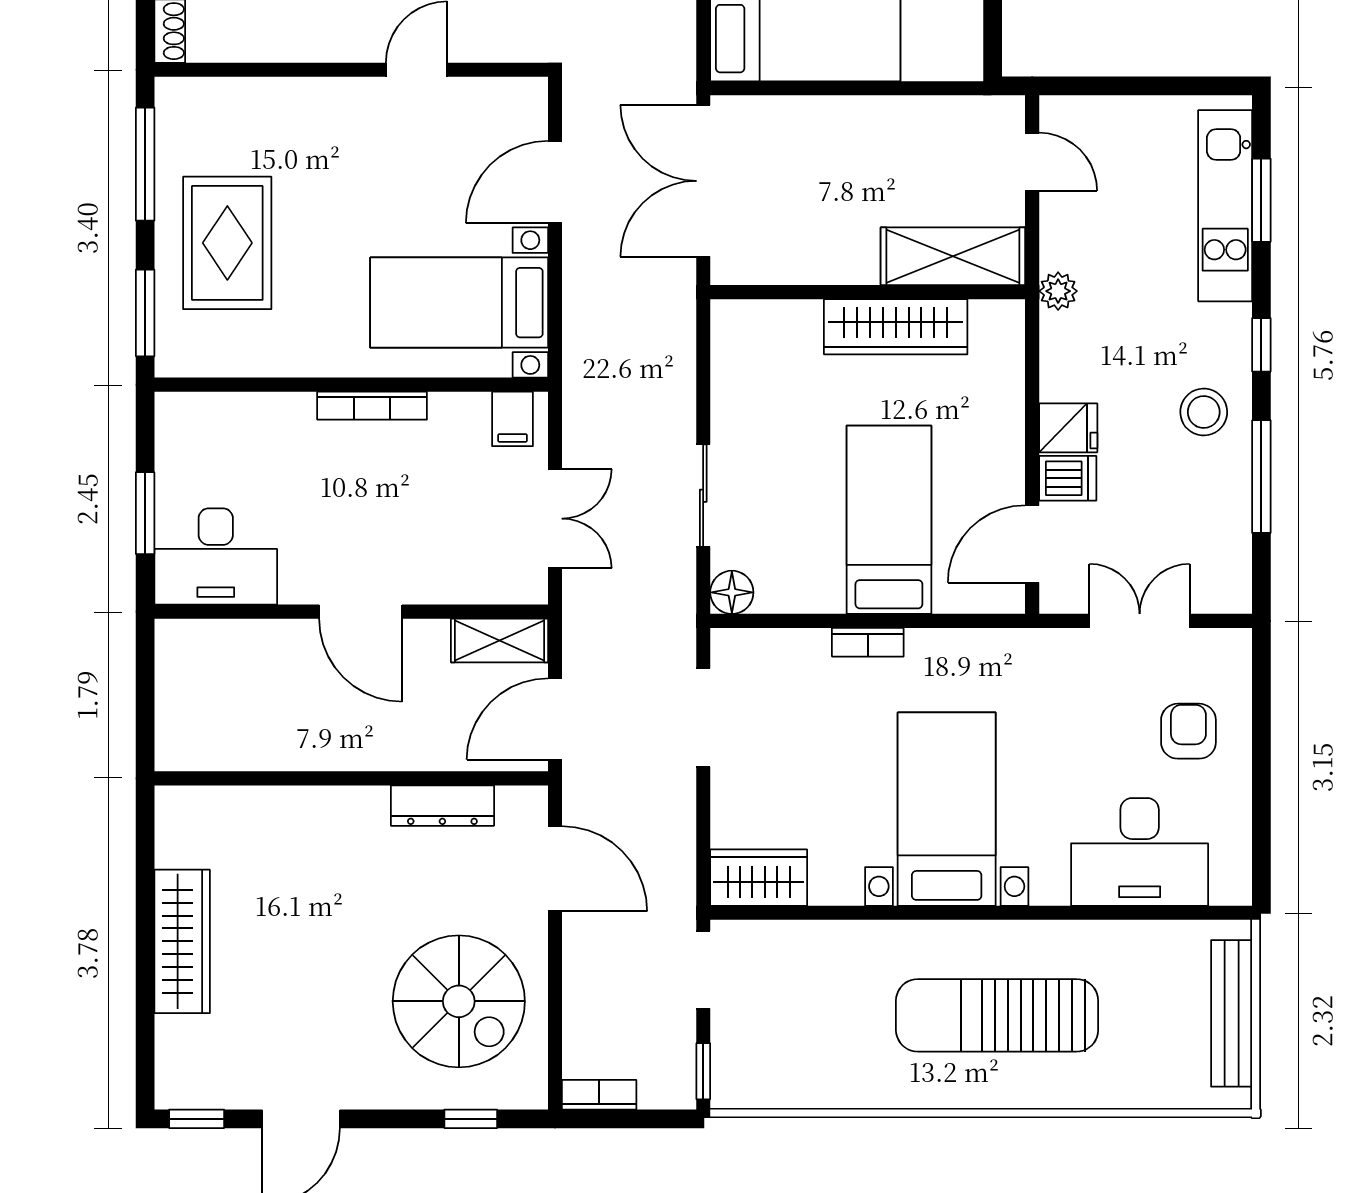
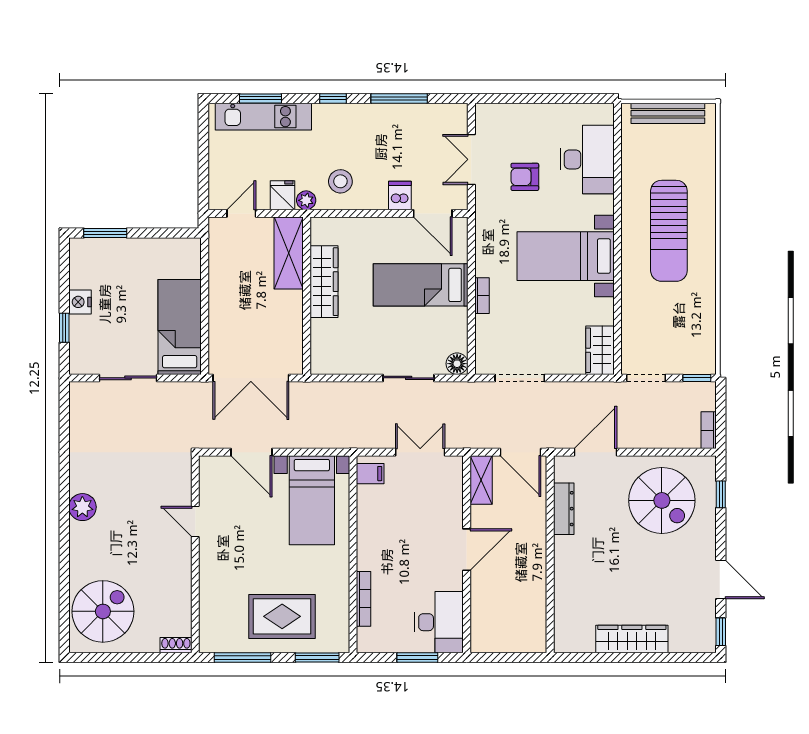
bookcase: (372, 406) -> (364, 599), moved
stool: (1204, 412) -> (340, 181), moved
fridge: (1068, 428) -> (282, 195), moved
armchair: (1188, 731) -> (525, 177), moved
spiral stairs: (459, 1001) -> (662, 500), turned 90

